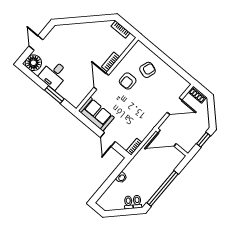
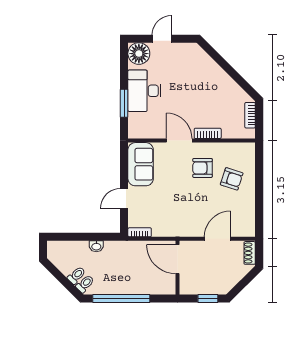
desk: (54, 75) -> (144, 91), width x1.37
door: (101, 81) -> (179, 141), hinge flipped
door: (174, 106) -> (217, 239), swing flipped

